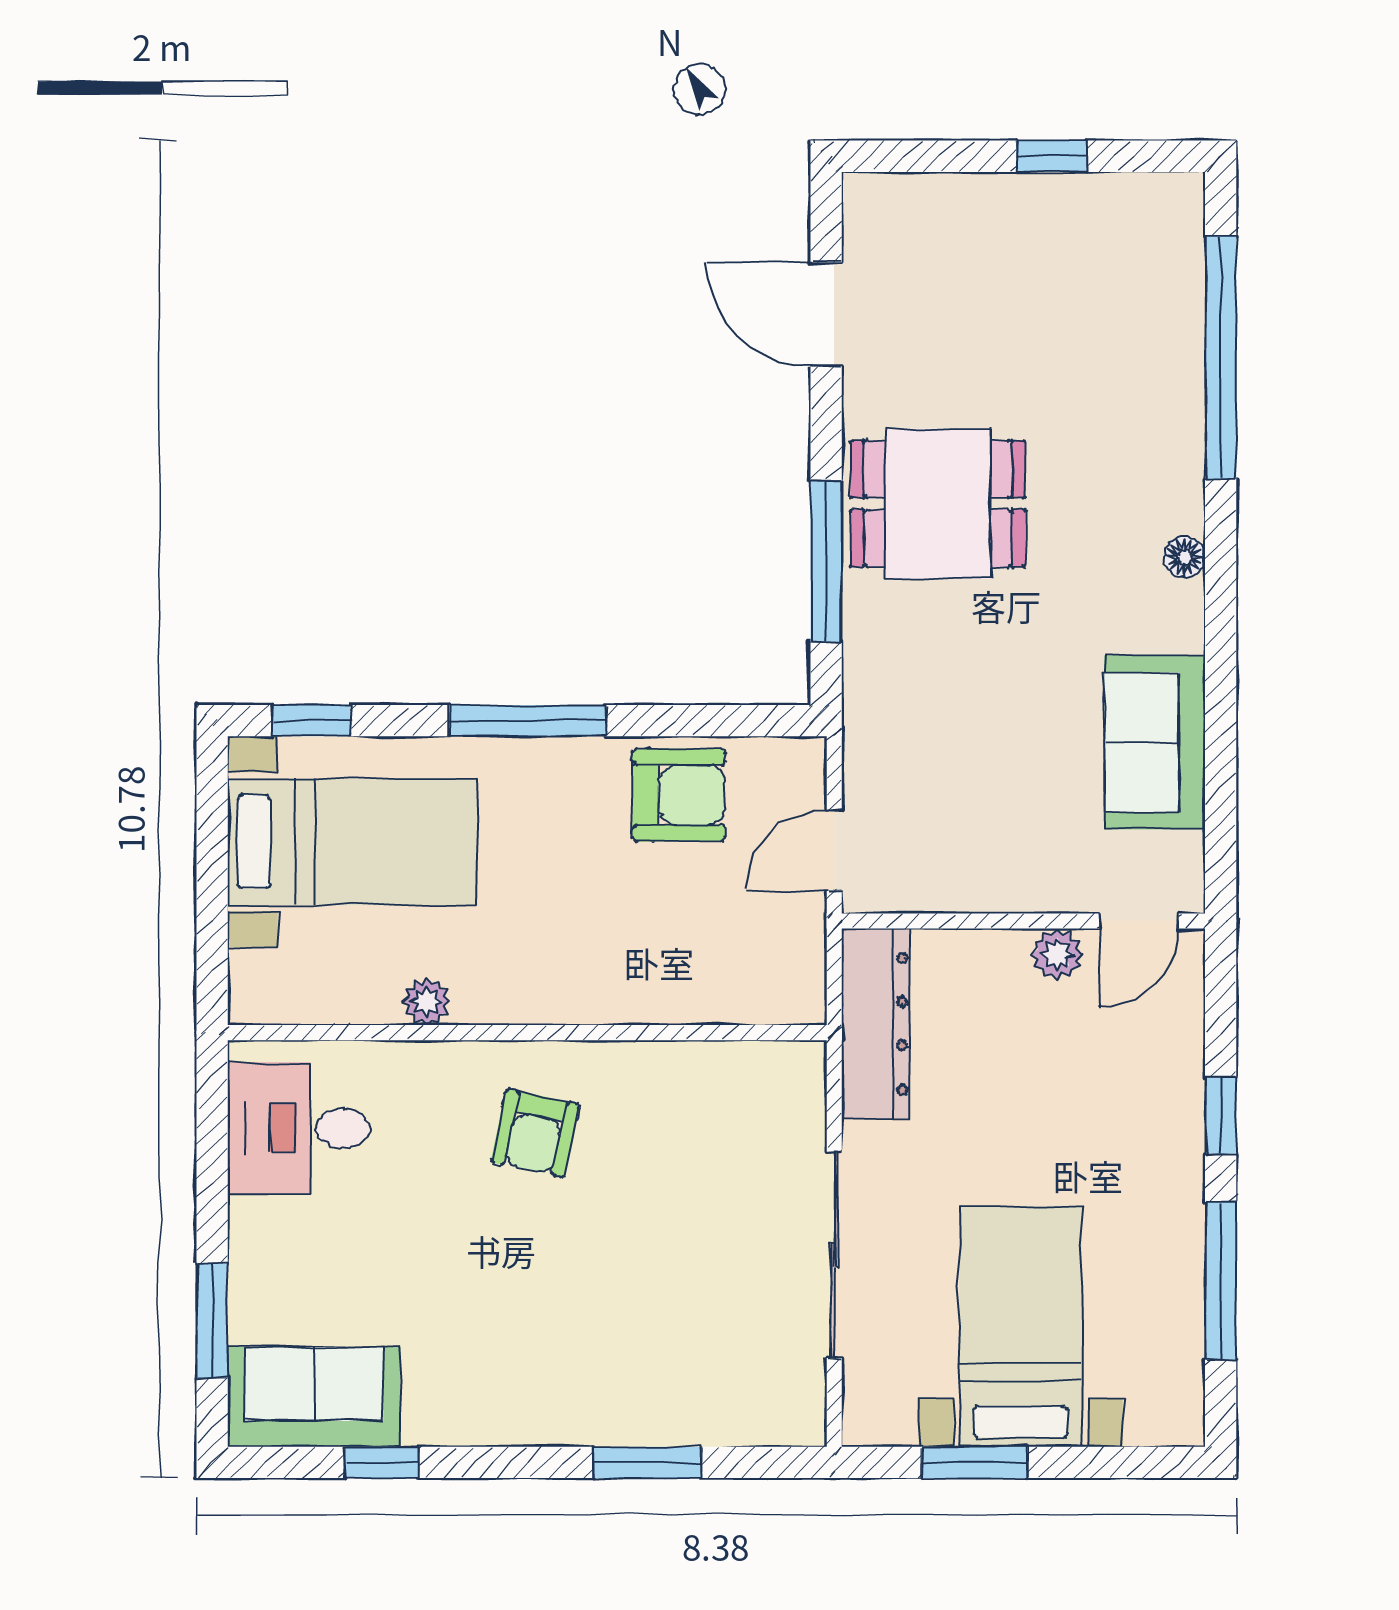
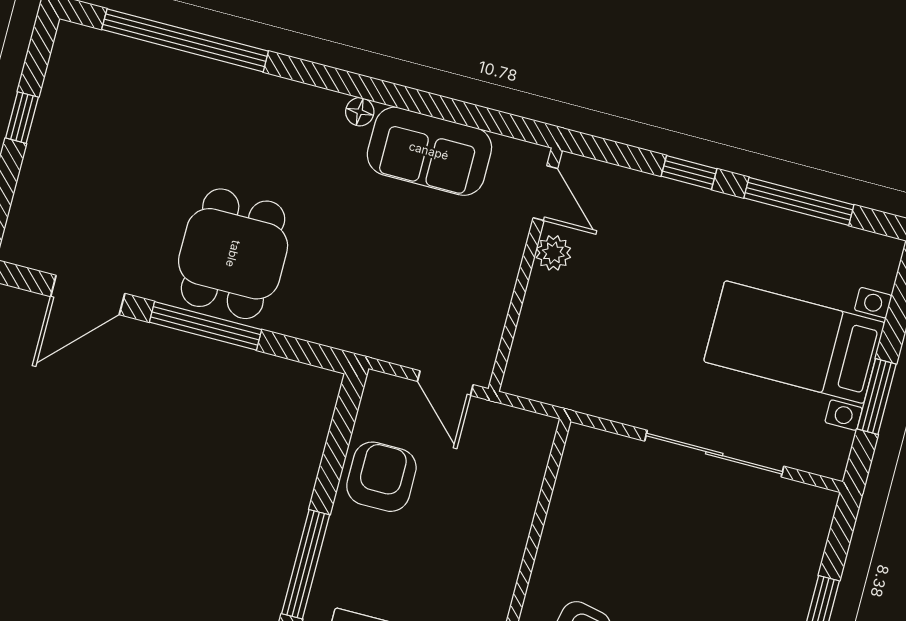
floor lamp: (1185, 557) -> (360, 112), moved
window: (826, 561) -> (205, 326), moved
dresser: (876, 1024) -> (568, 386), removed

